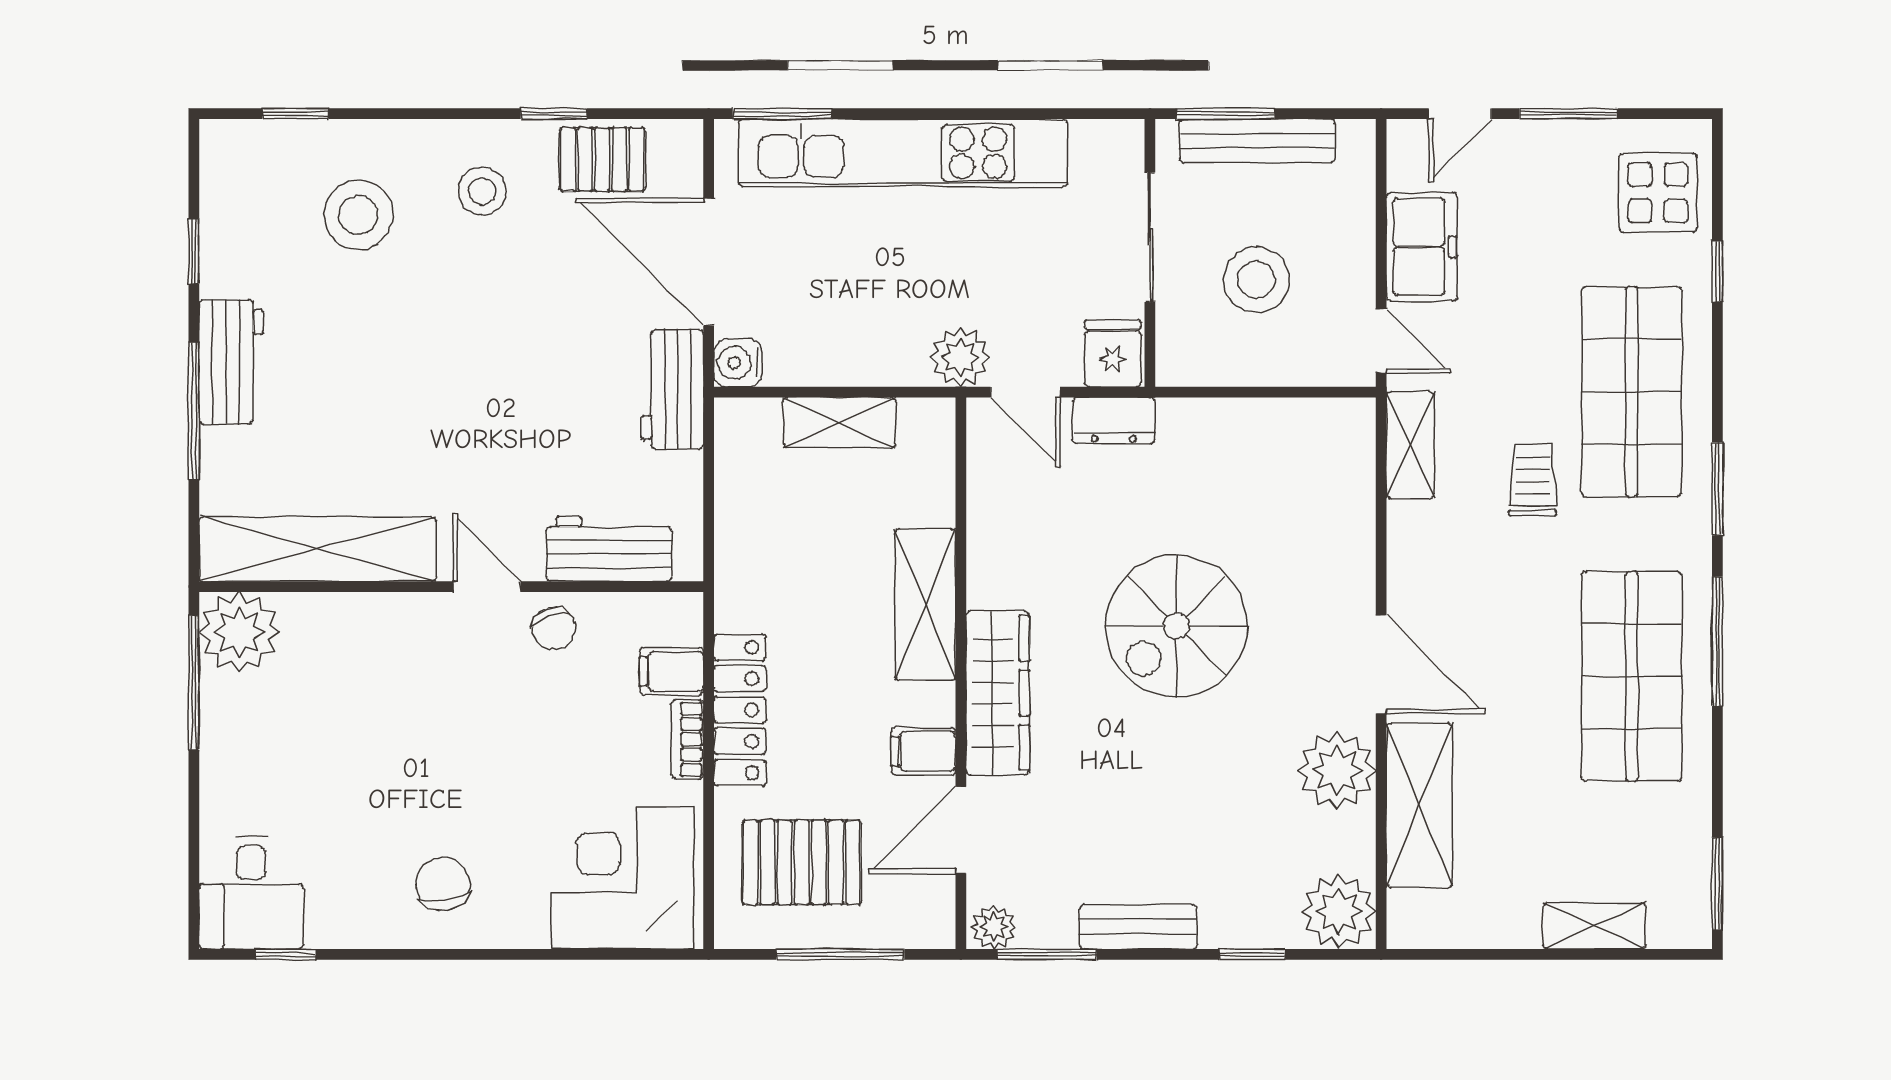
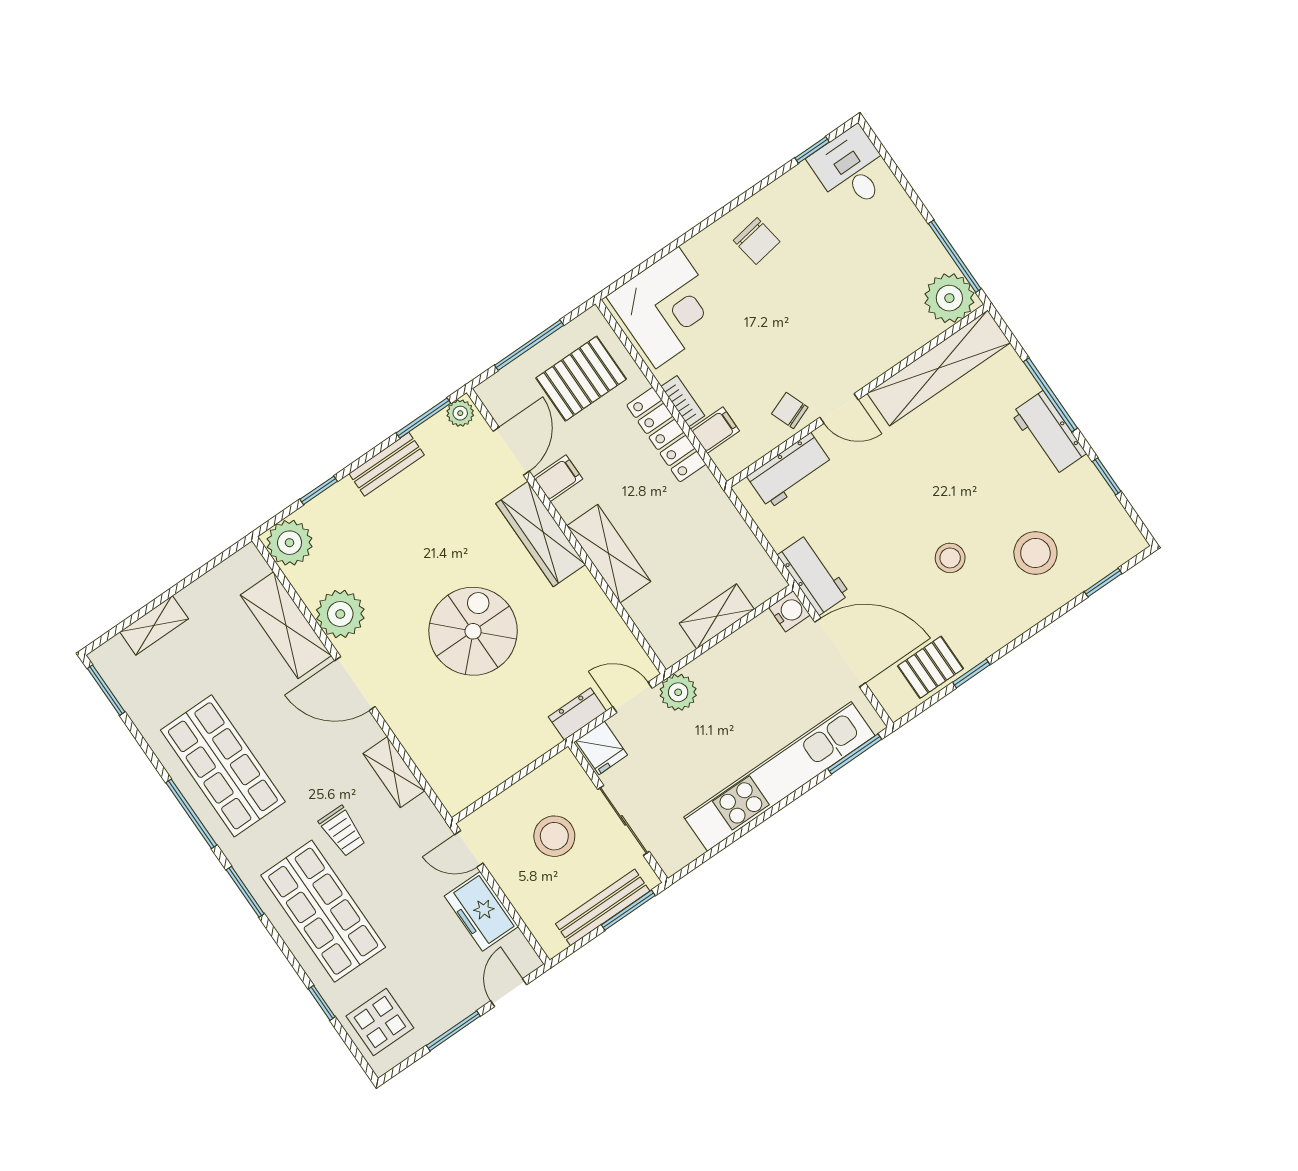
stool: (482, 191) -> (950, 558), moved
shelving: (1410, 445) -> (394, 772), moved

